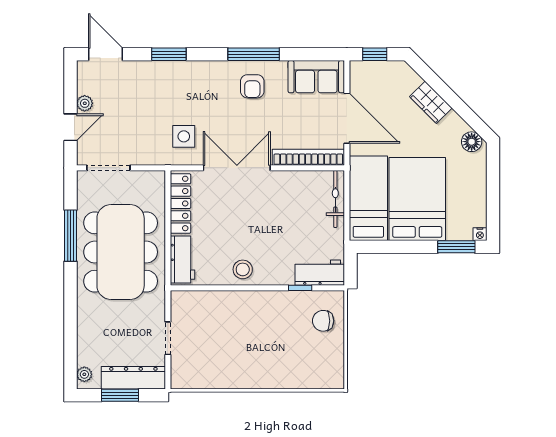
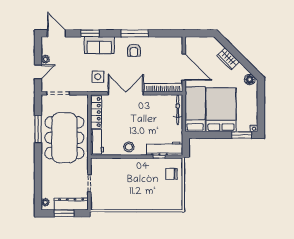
window: (375, 54) -> (199, 33), removed
sofa: (316, 77) -> (99, 45), moved
workbench: (320, 273) -> (165, 149), width x1.38

